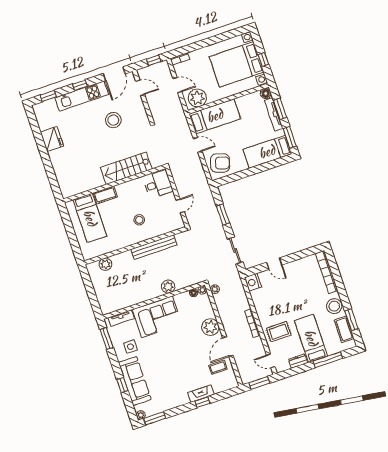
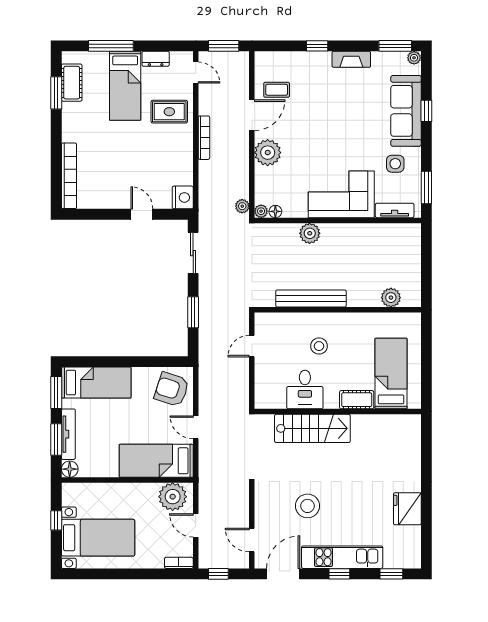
bed with nightstands: (237, 64) -> (98, 538), width x0.73
desk: (158, 184) -> (305, 389), moved, turned -90
stool: (334, 306) -> (75, 122), removed
fireplace: (201, 394) -> (351, 59), moved

